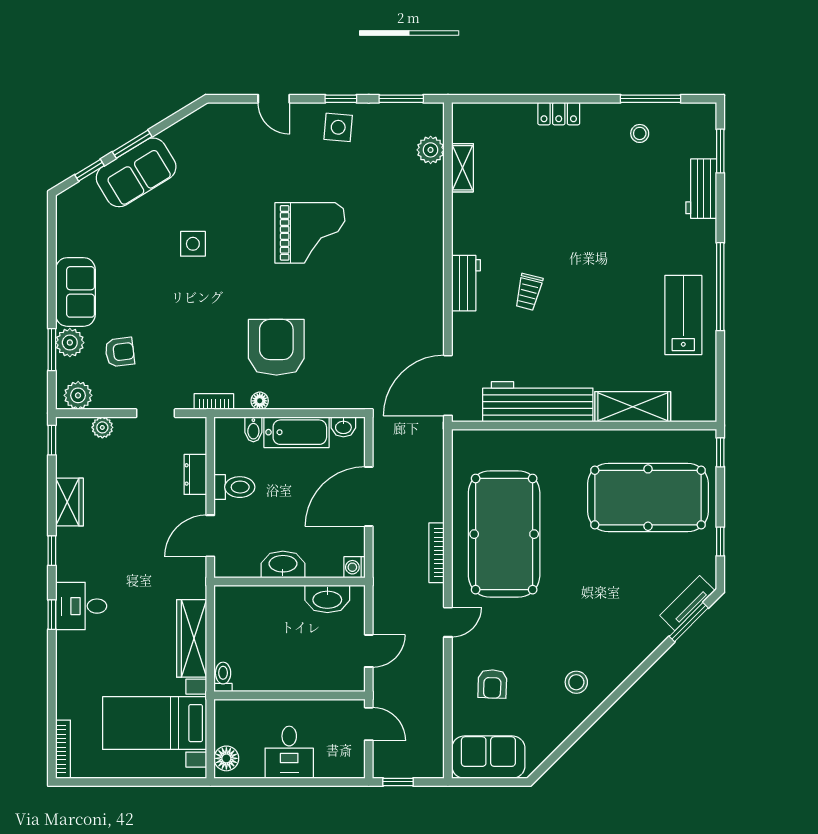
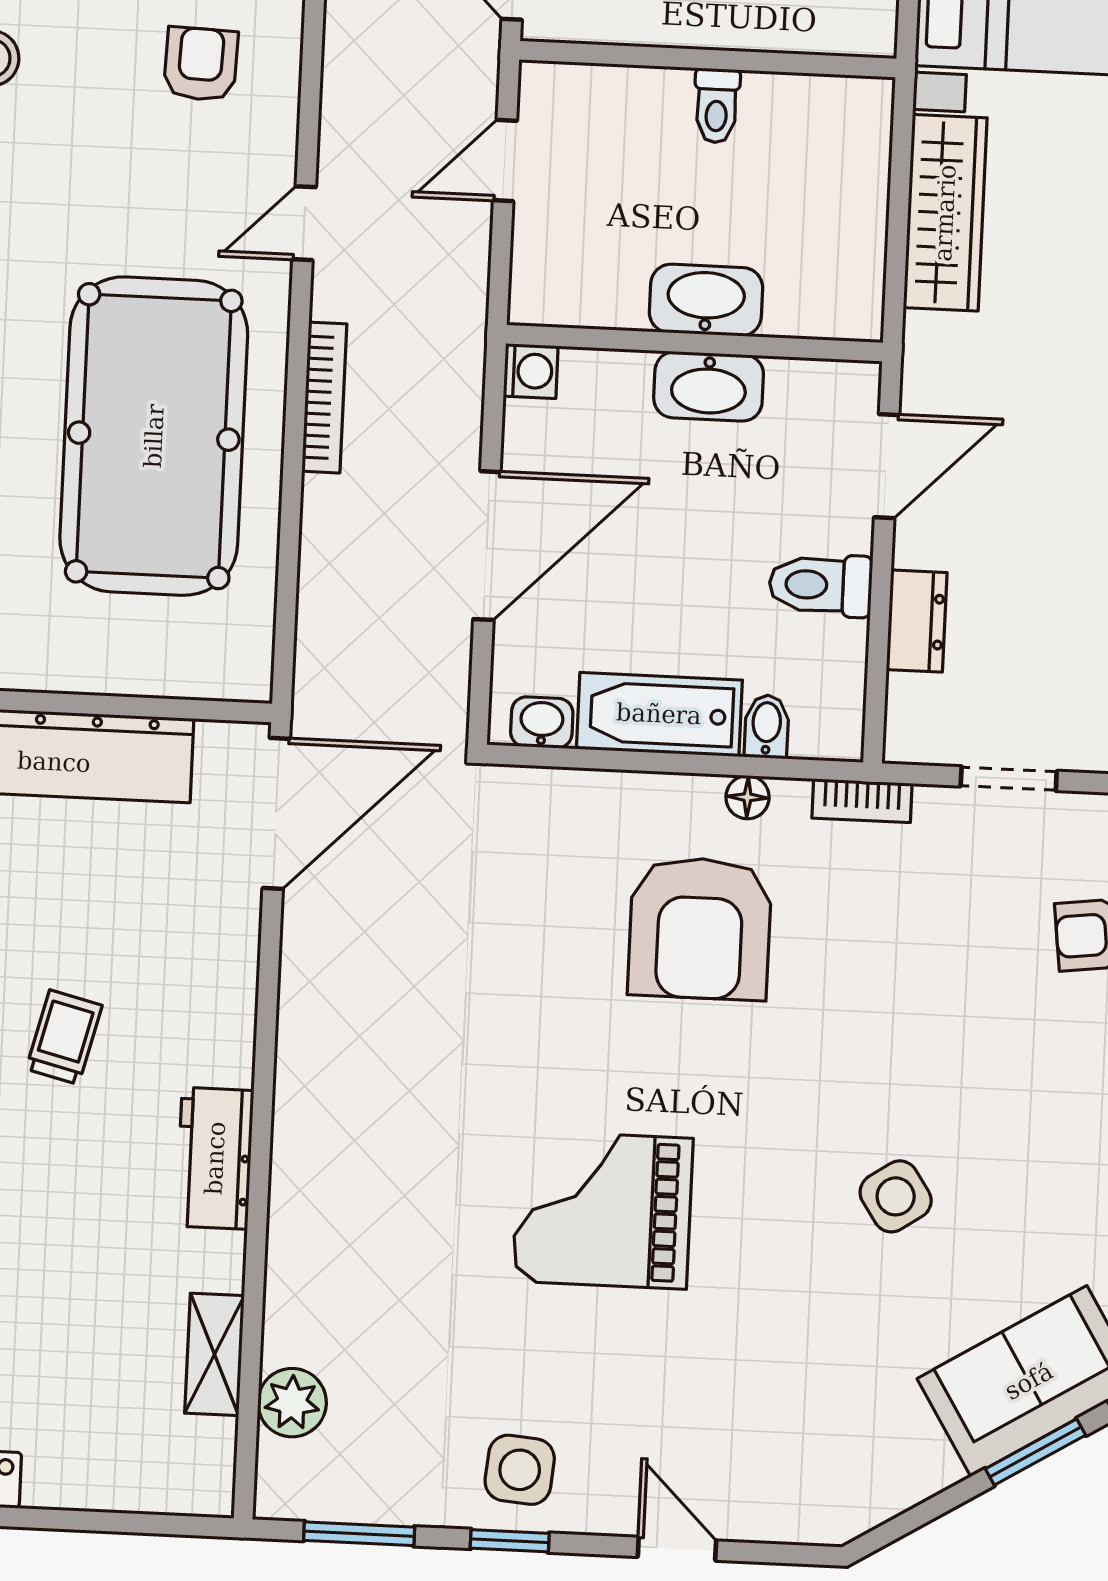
side table: (193, 244) -> (896, 1196), turned -34
workbench: (466, 283) -> (215, 1158), moved
washbasin: (327, 599) -> (706, 300), moved
toilet: (223, 677) -> (717, 106), moved

